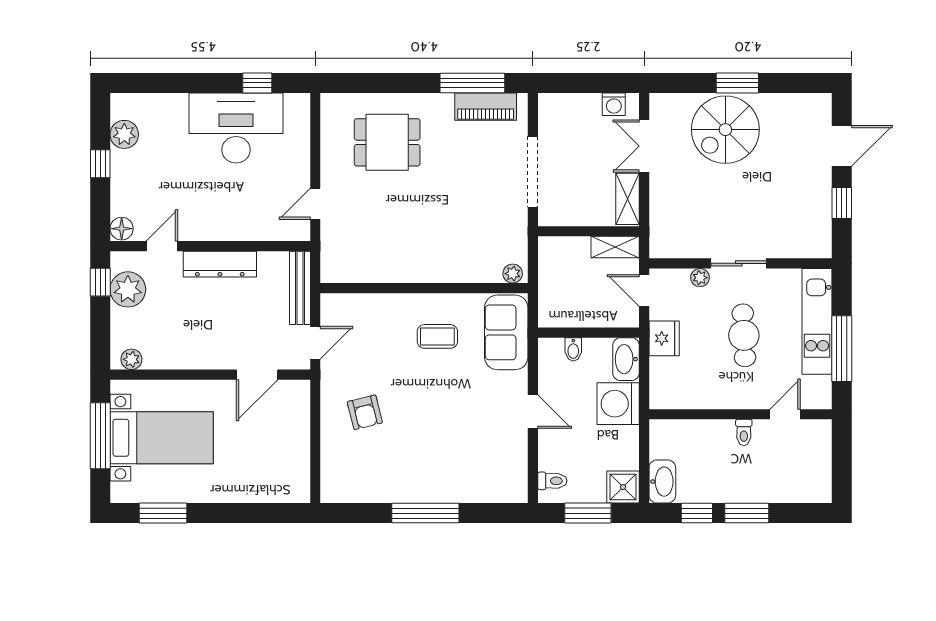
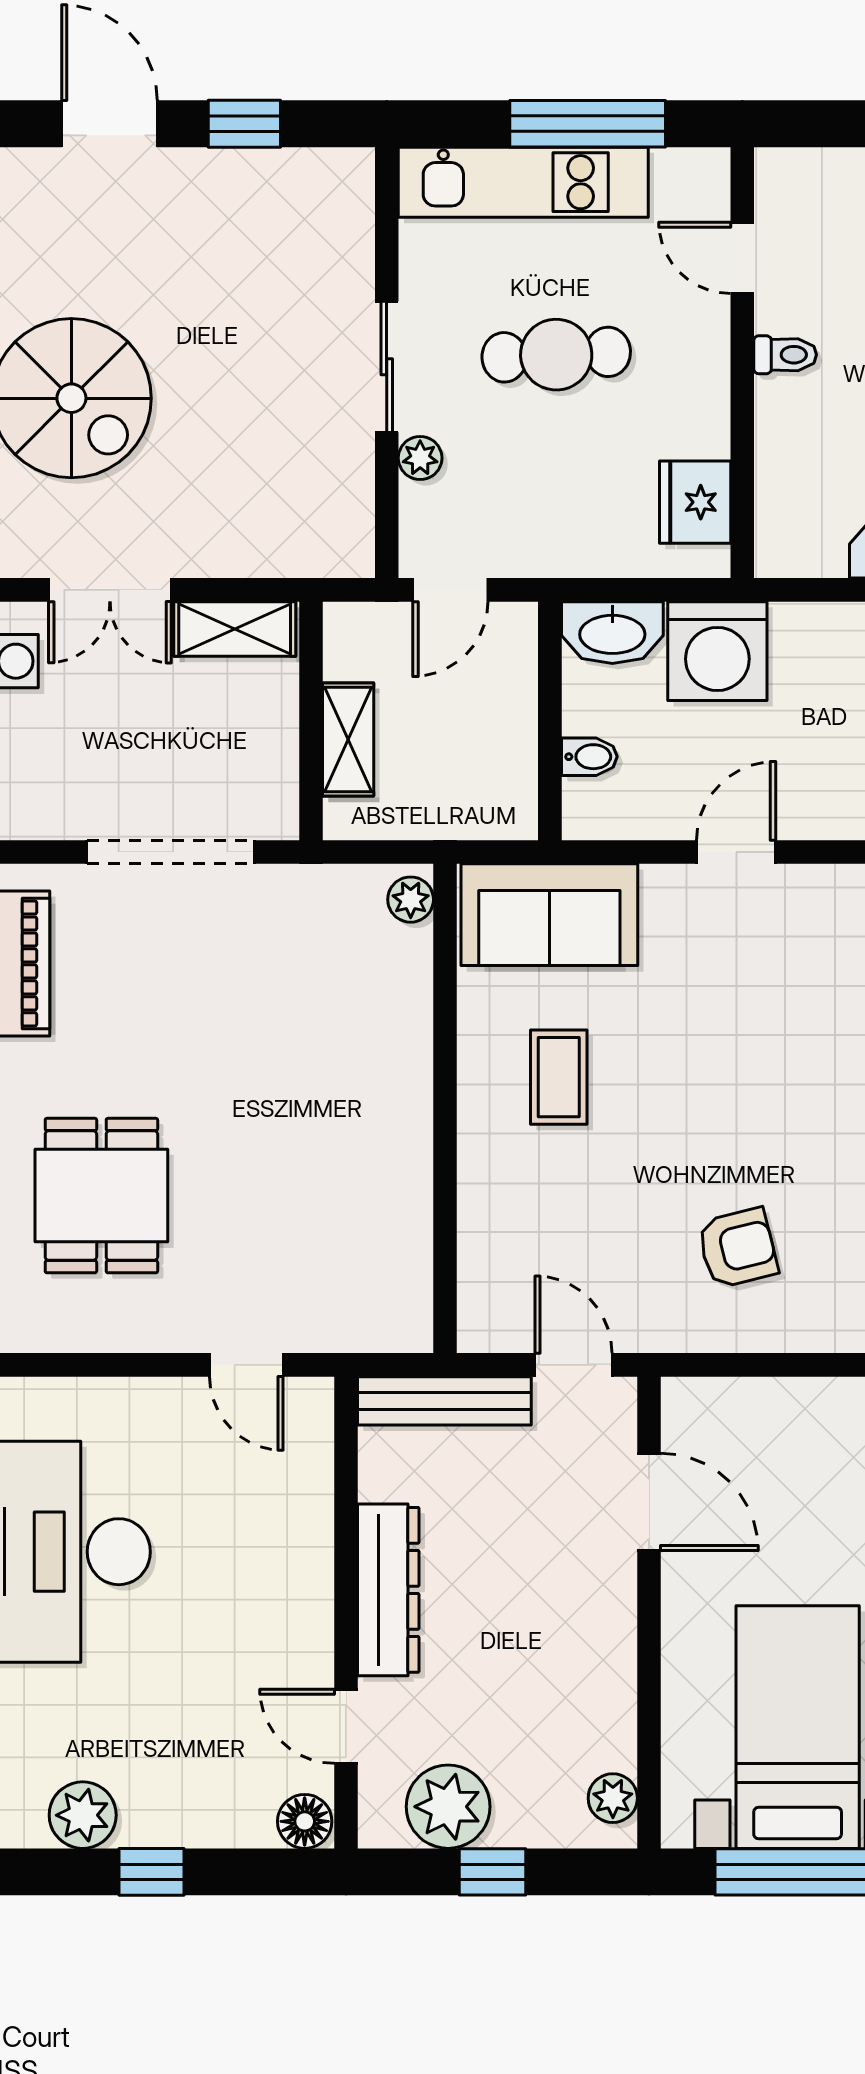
shelving: (615, 247) -> (348, 740), moved
window: (100, 282) -> (492, 1872), moved
fridge: (664, 338) -> (695, 502), moved, turned -90

